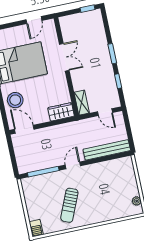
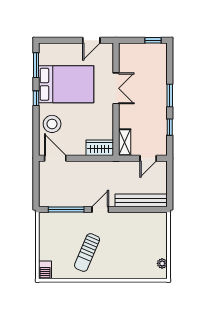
door: (105, 112) -> (148, 158), hinge flipped

